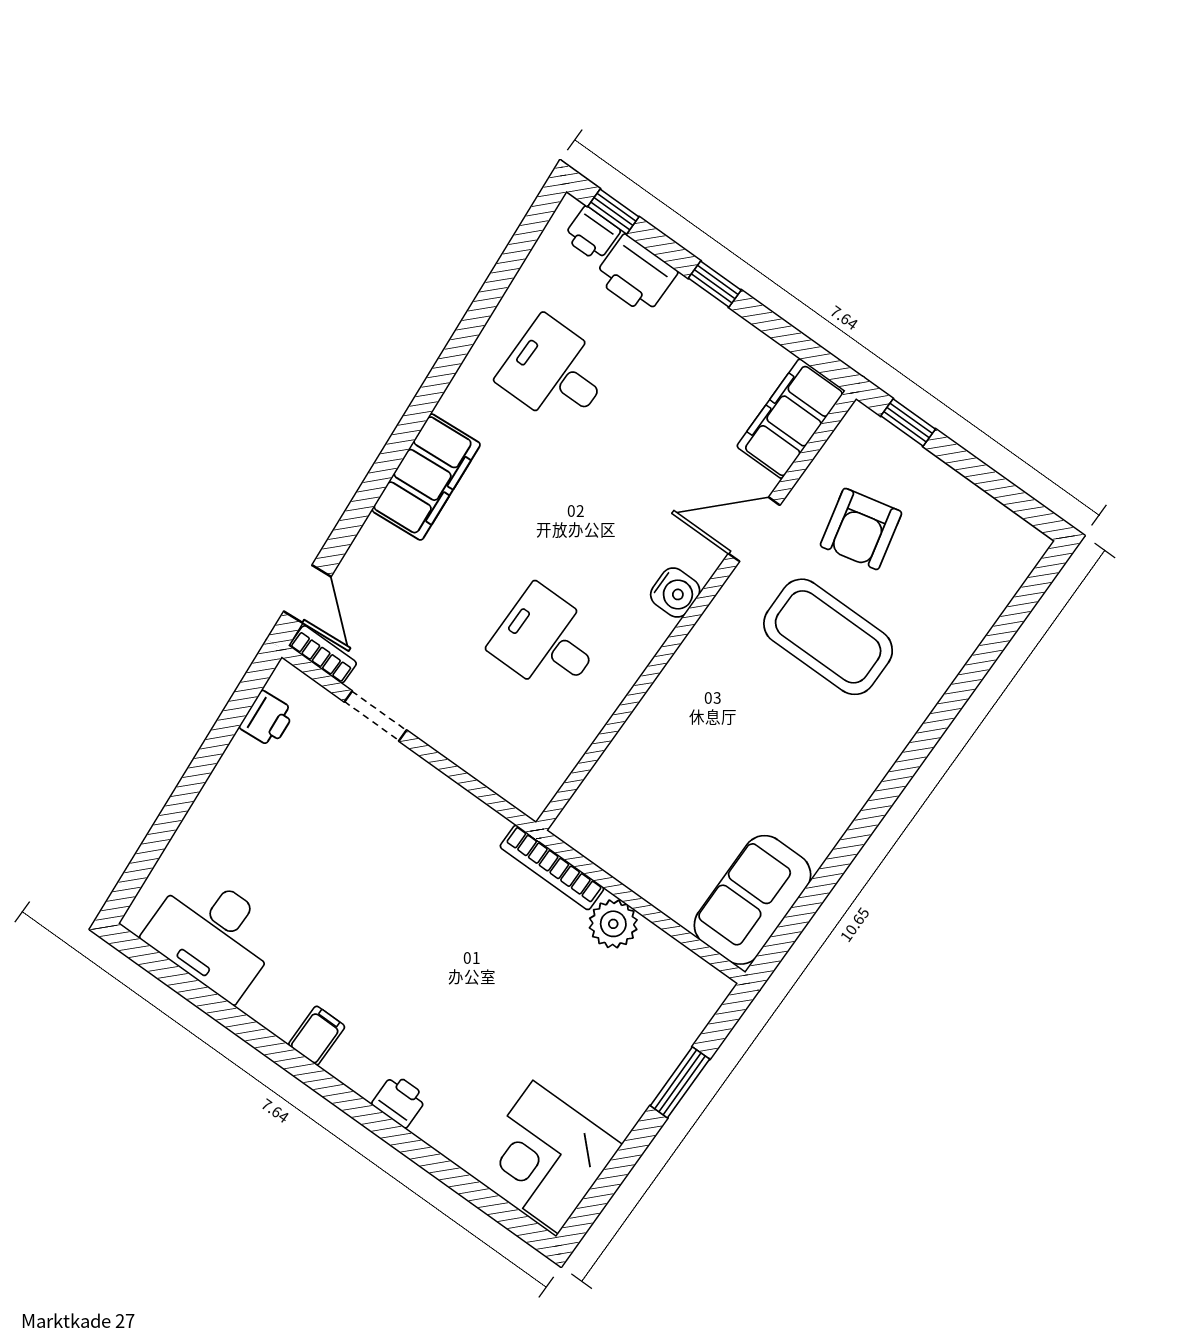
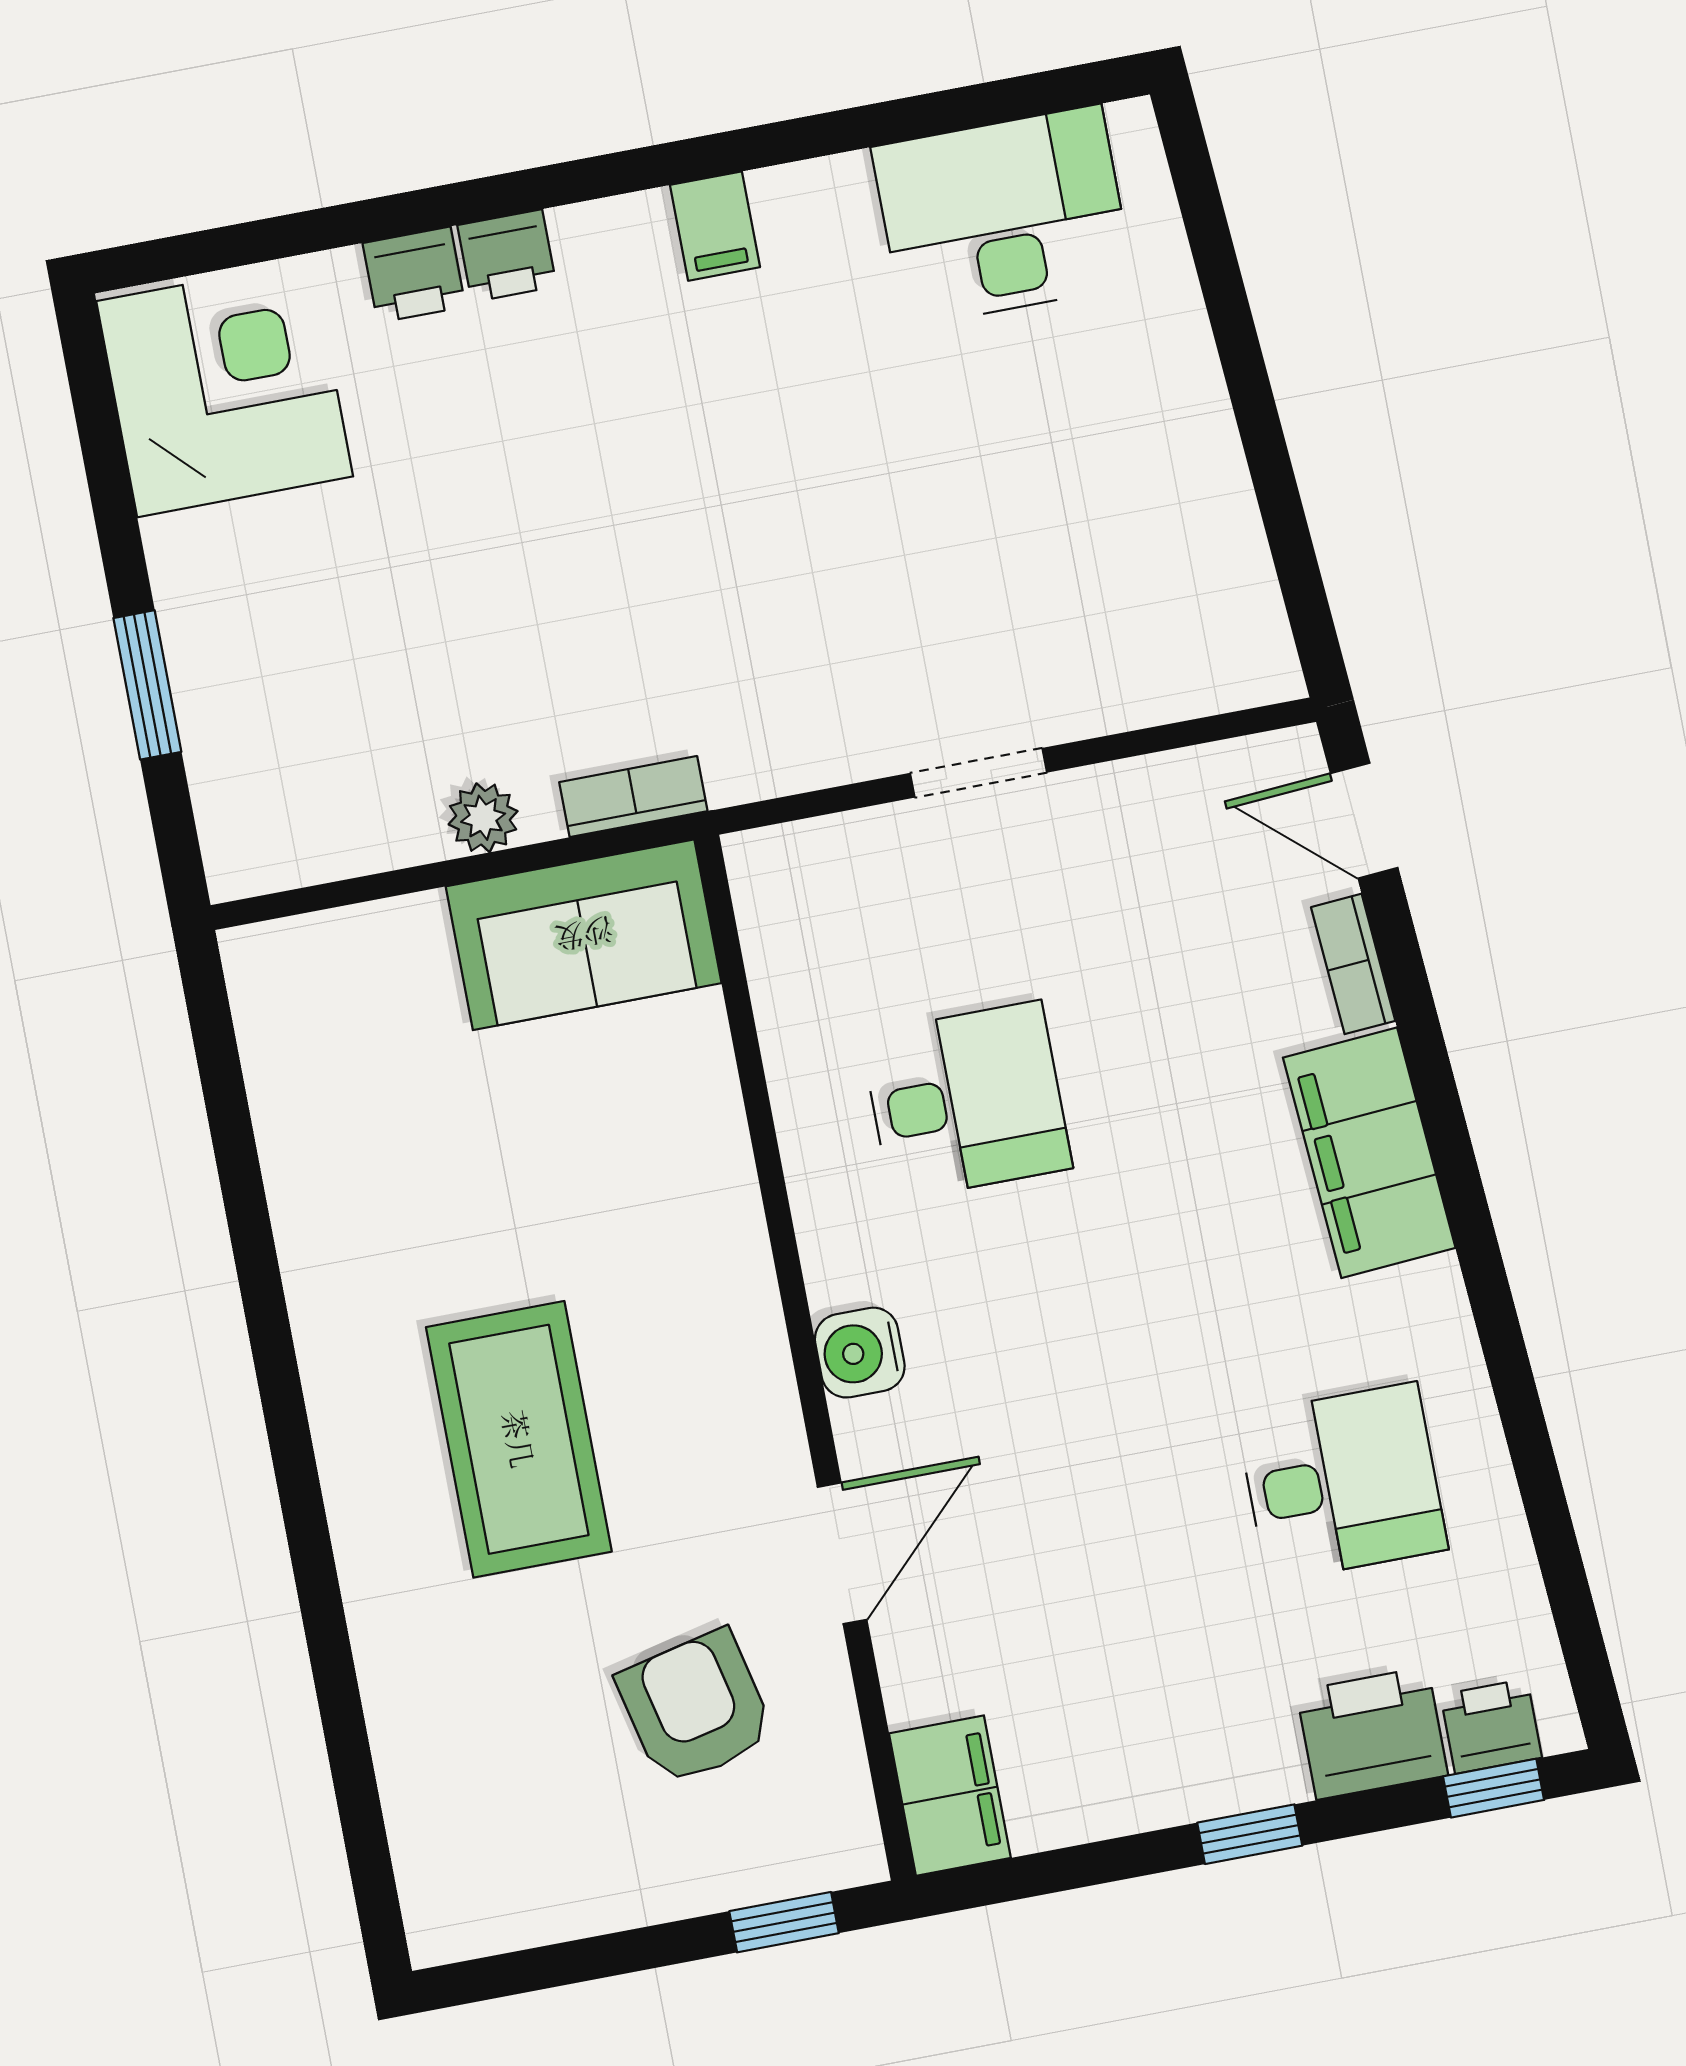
filing cabinet: (791, 419) -> (950, 1796), width x0.67, depth x0.86
coffee table: (828, 637) -> (519, 1439), moved, turned 90
bookcase: (323, 654) -> (1353, 964), moved, turned 86
doorway: (376, 716) -> (978, 773), moved
printer: (267, 719) -> (414, 275), moved, turned -86
bookcase: (552, 867) -> (633, 797), width x0.64
sofa: (752, 900) -> (584, 935), moved, turned 90
plant: (613, 924) -> (483, 818), width x0.73, depth x0.73

